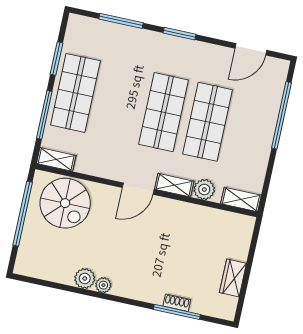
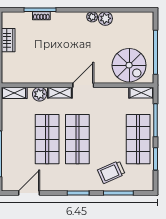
trolley: (125, 53) -> (111, 172), added
spiral stairs: (65, 203) -> (129, 65), turned 180

